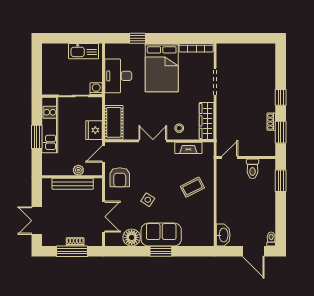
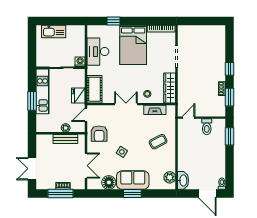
kitchen sink: (84, 51) -> (54, 31), moved
bench: (73, 184) -> (65, 139), width x0.73
plant: (207, 231) -> (170, 177), added

